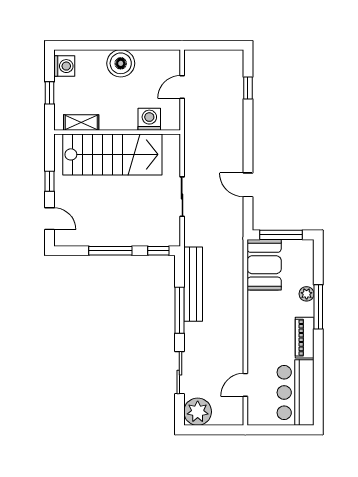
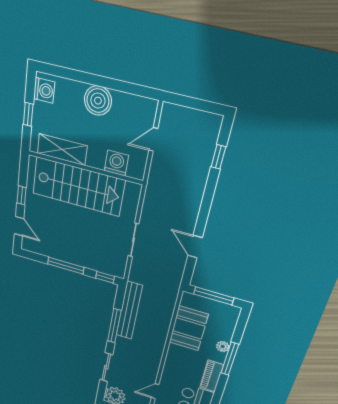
shelving: (81, 122) -> (62, 150), width x1.50, depth x1.33
booth: (264, 265) -> (189, 328), moved

